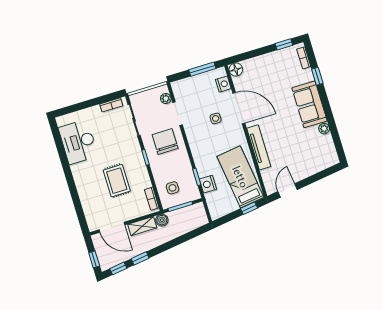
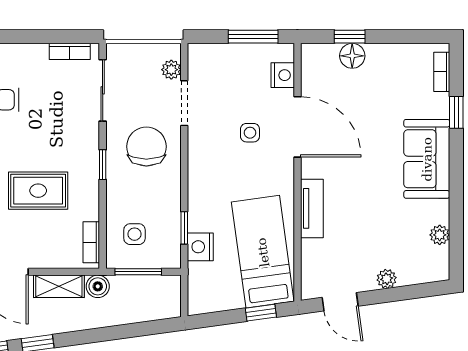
window: (284, 44) -> (350, 37), moved
floor lamp: (236, 70) -> (352, 56), moved
plant: (324, 129) -> (440, 235), moved
tv unit: (259, 147) -> (312, 208), width x0.71
plant: (308, 172) -> (387, 279), added
rug: (117, 181) -> (38, 191), turned 90
door: (288, 190) -> (340, 302), swing flipped

